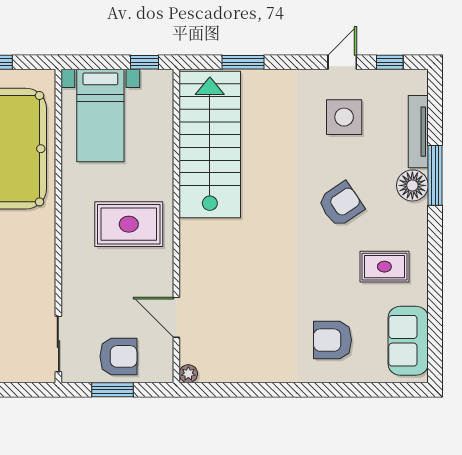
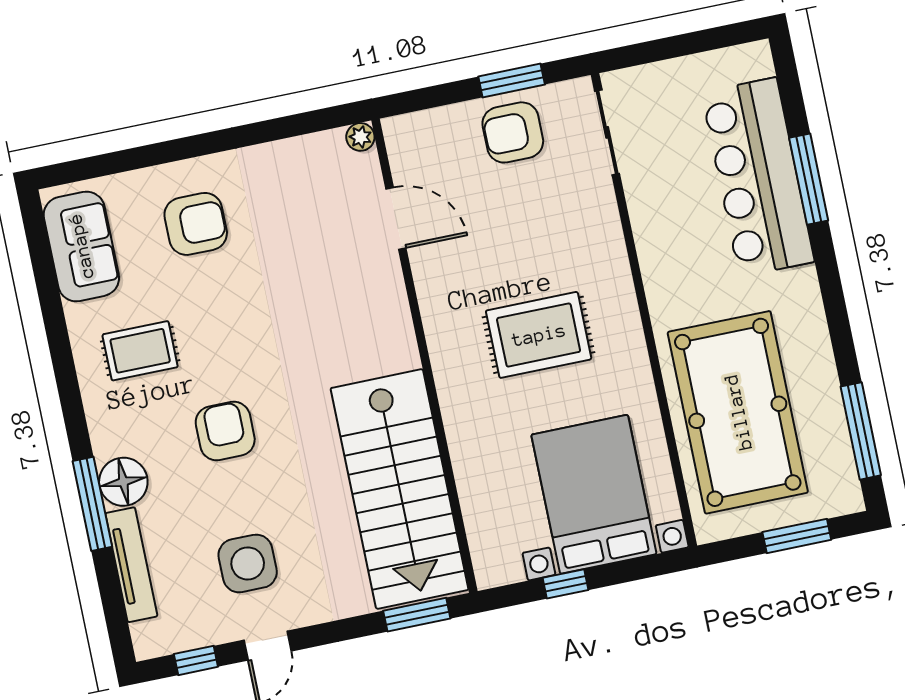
bed with nightstands: (100, 115) -> (594, 494), width x1.36
stairs: (210, 144) -> (400, 489), moved
armchair: (341, 204) -> (225, 431), turned 124
wall: (176, 226) -> (424, 356), moved
door: (176, 317) -> (396, 218), moved
plant: (188, 374) -> (360, 137), moved

